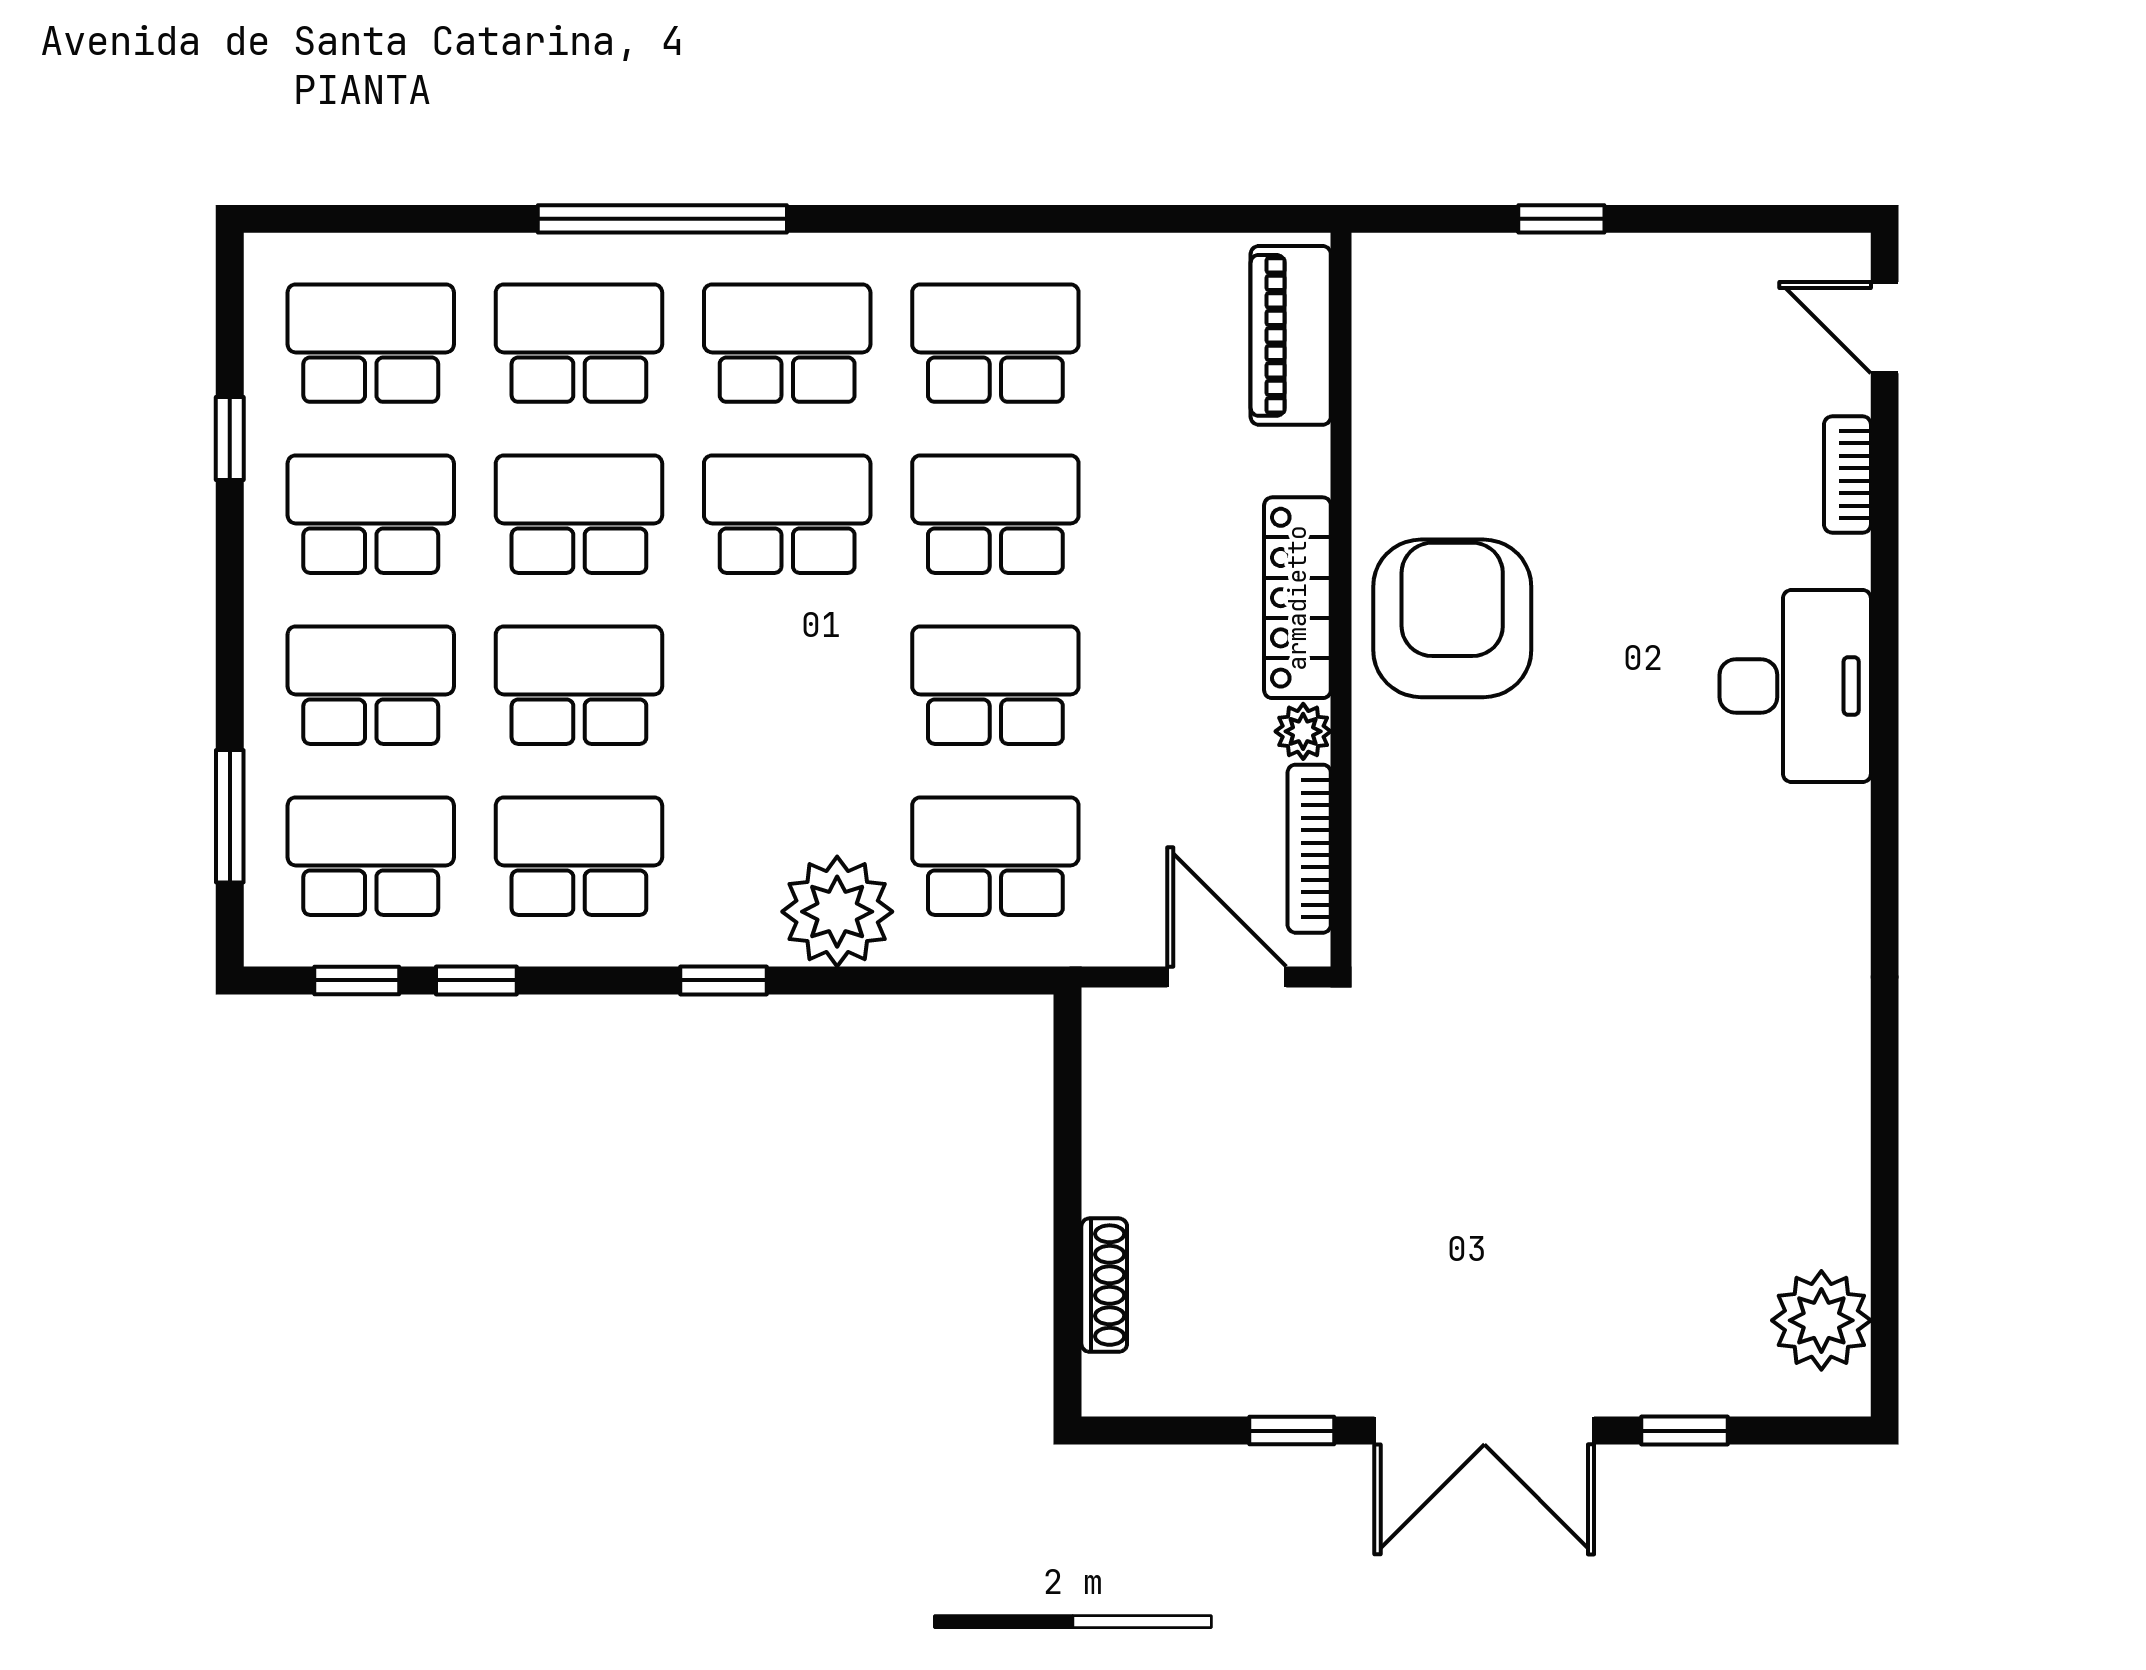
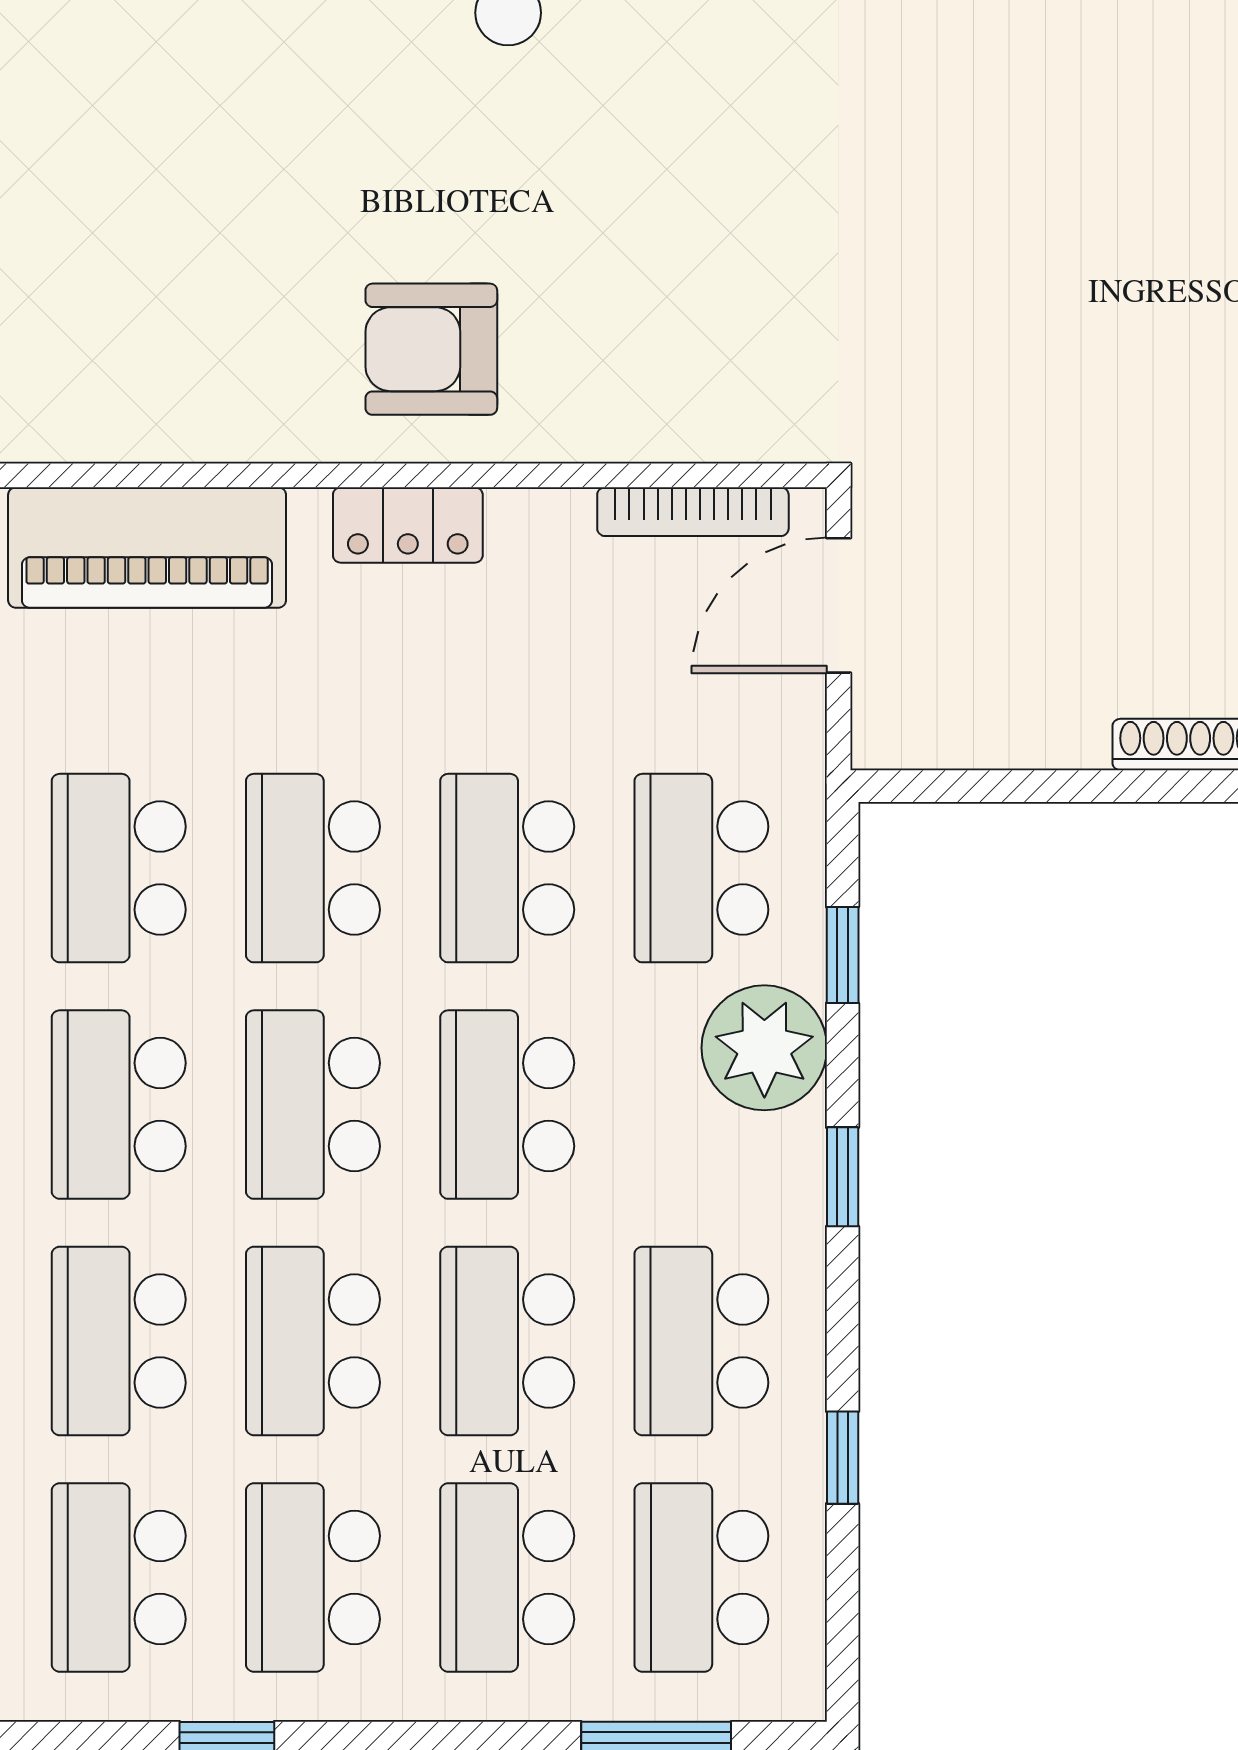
piano: (1291, 335) -> (147, 548), width x1.37, depth x1.33
locker: (1297, 598) -> (408, 525), width x0.66
armchair: (1452, 618) -> (431, 349), width x0.73, depth x0.73
school desk: (787, 685) -> (507, 1105), added
plant: (1303, 731) -> (560, 519), removed
window: (357, 980) -> (843, 955), moved

